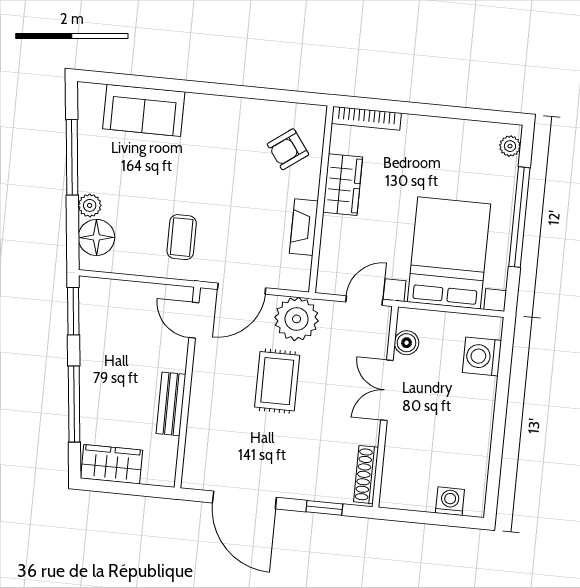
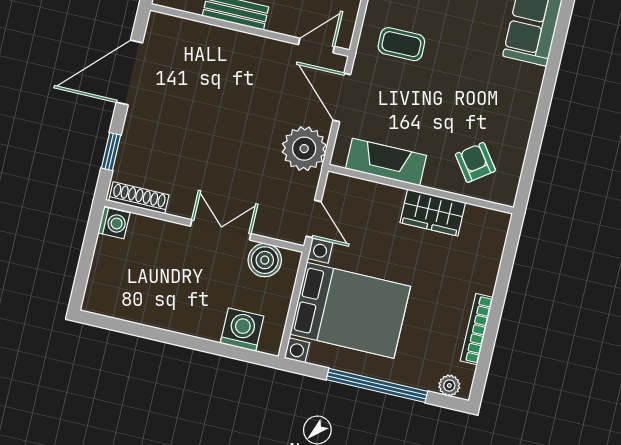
bookcase: (366, 118) -> (477, 329), moved
fireplace: (304, 227) -> (386, 162), width x1.37, depth x1.32
boiler: (407, 343) -> (265, 260), width x1.36, depth x1.36
rug: (277, 381) -> (244, 121), removed
washing machine: (450, 501) -> (114, 223), moved

